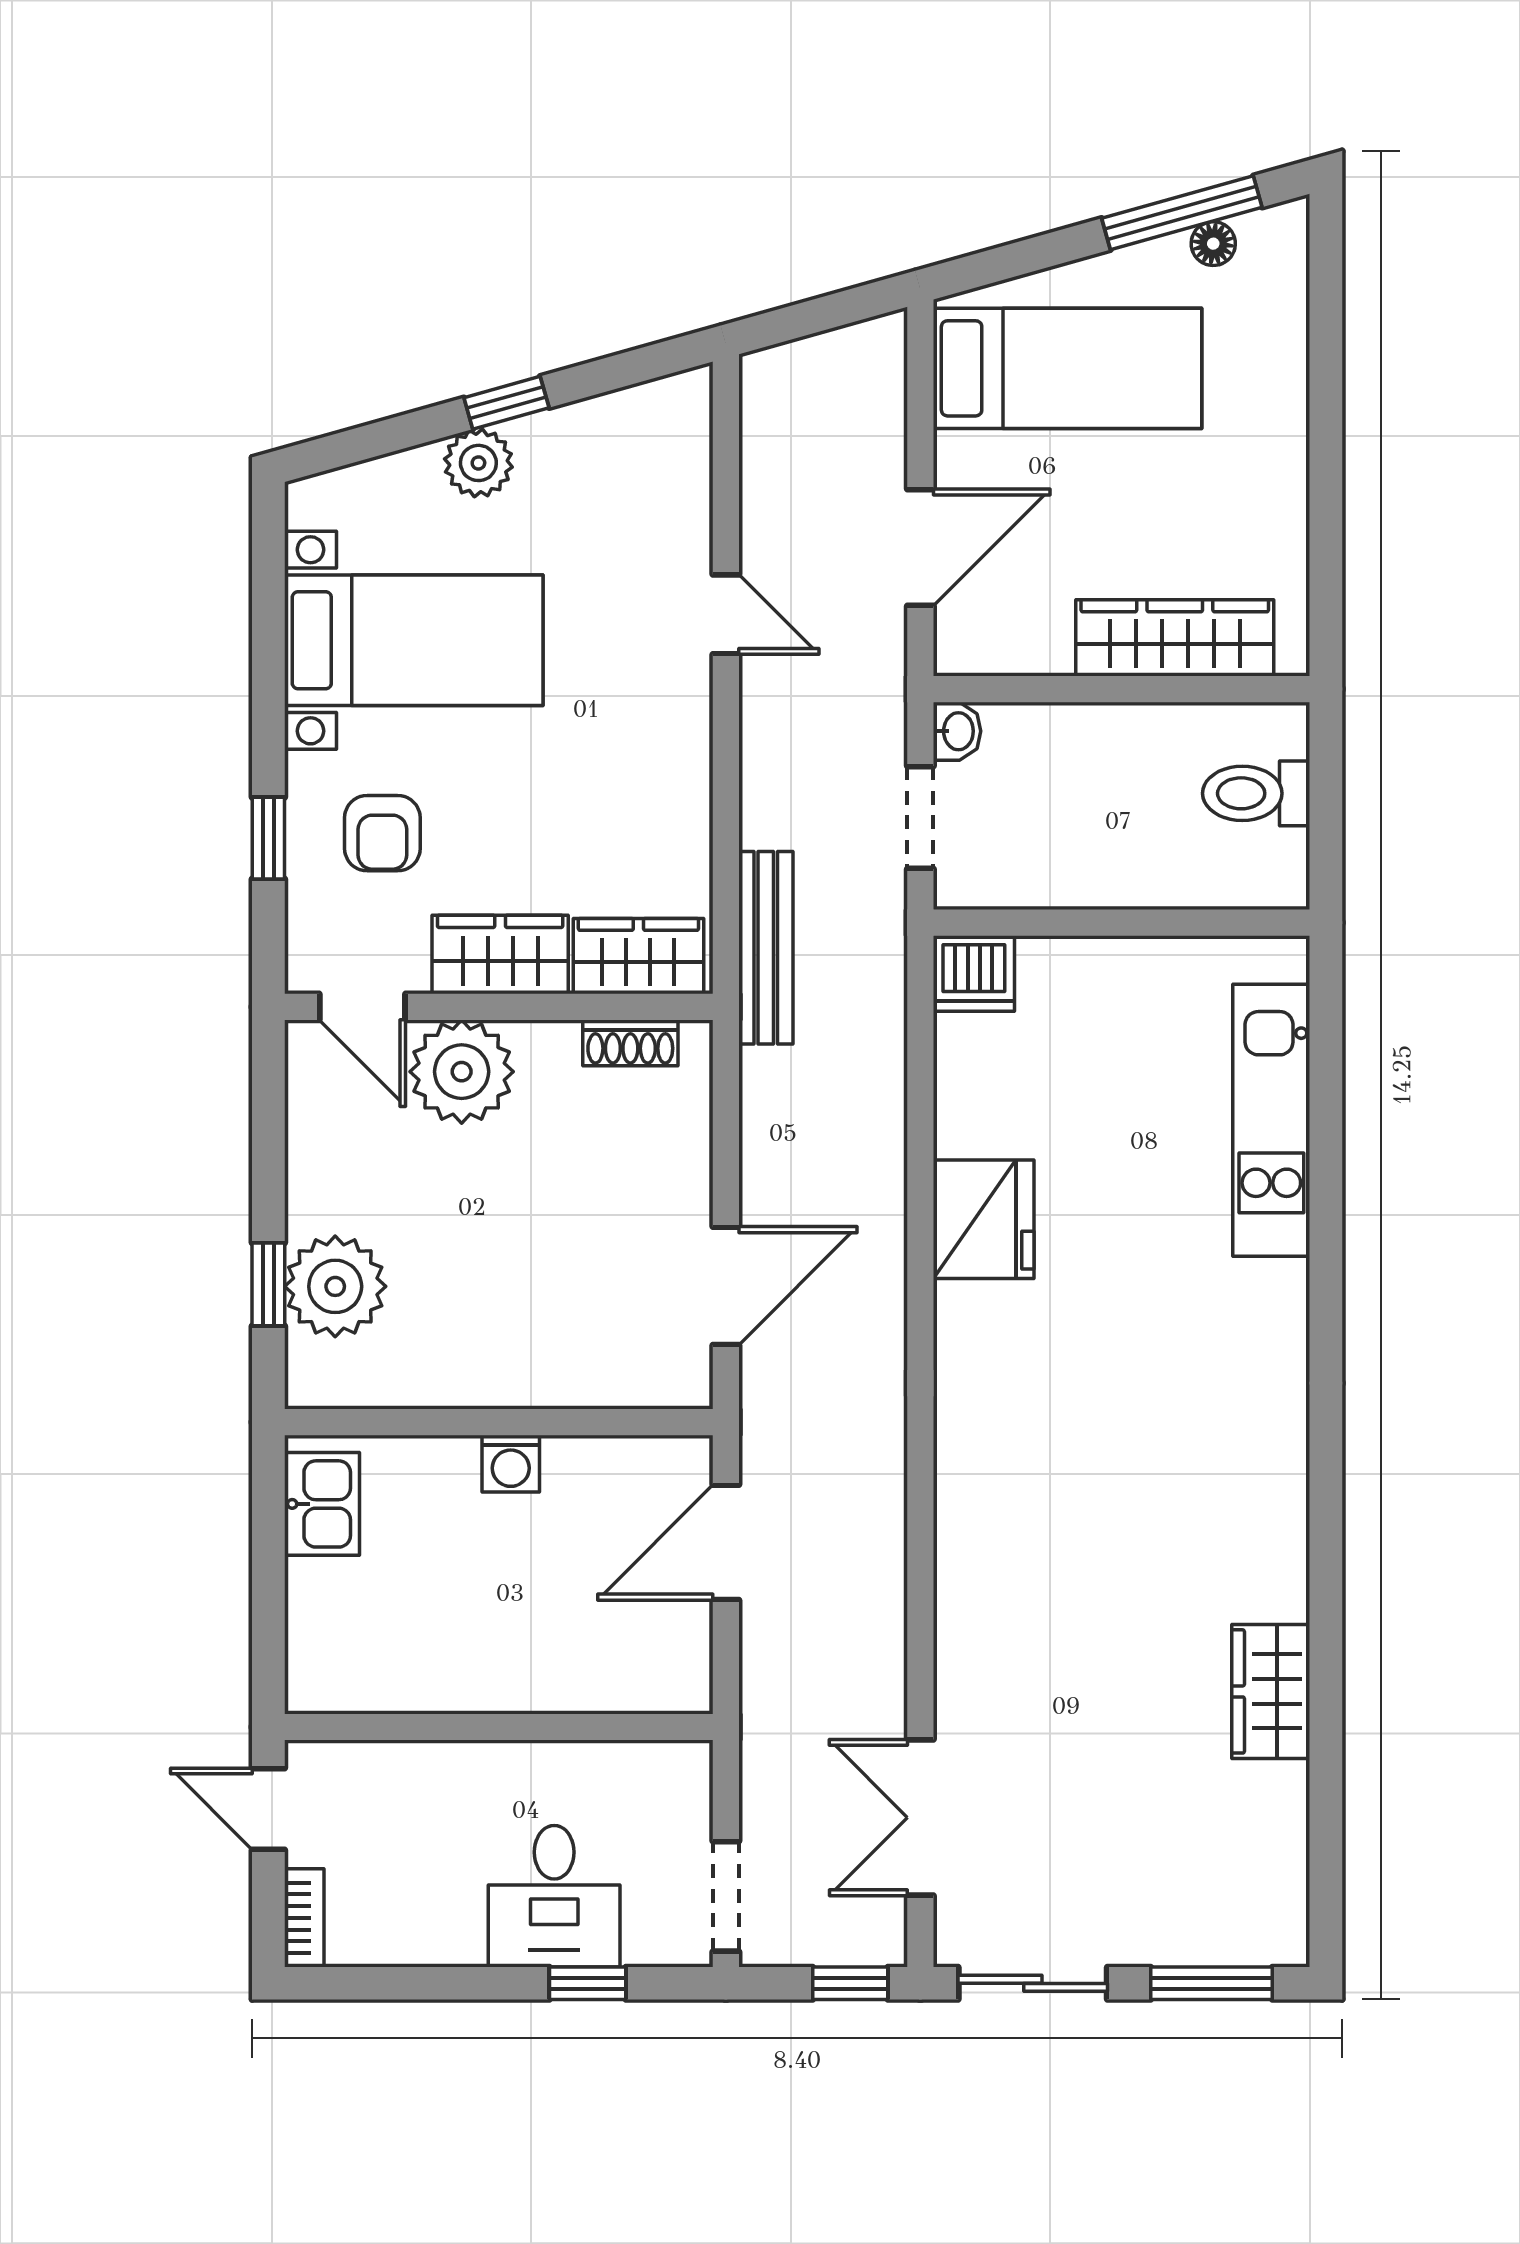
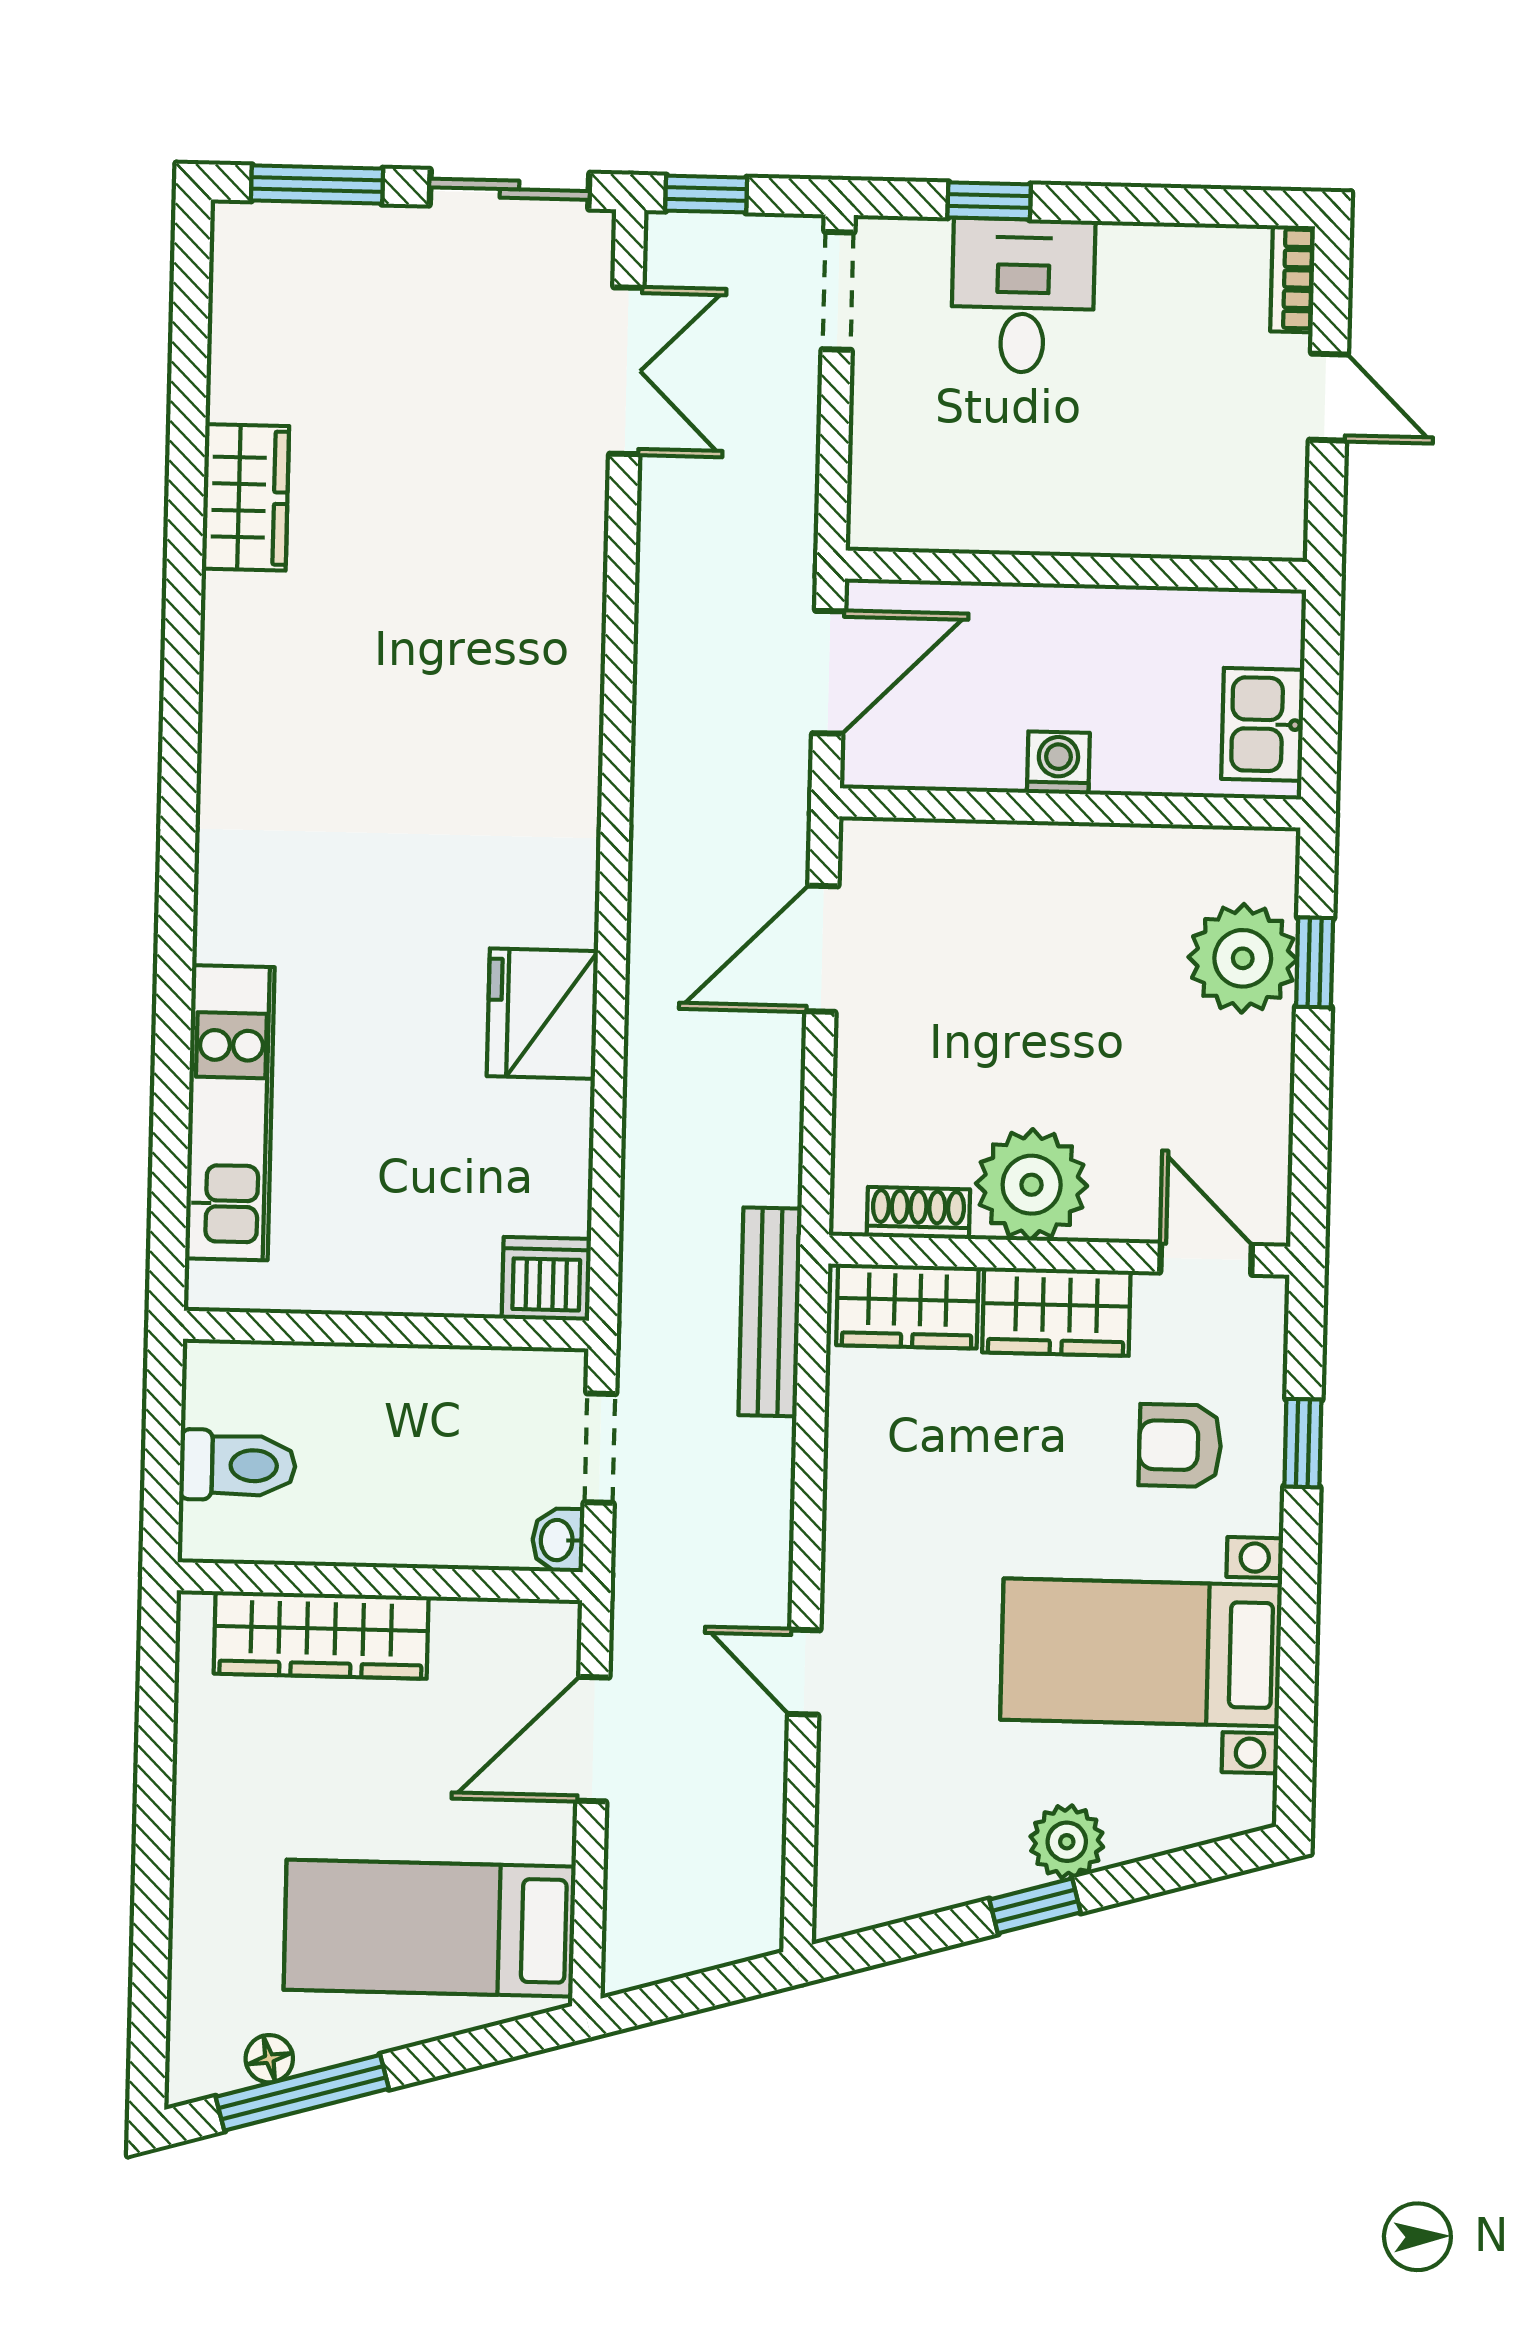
armchair: (382, 833) -> (1180, 1445), turned -90
plant: (462, 1072) -> (1032, 1185), moved
wall: (499, 1727) -> (1076, 570), moved

